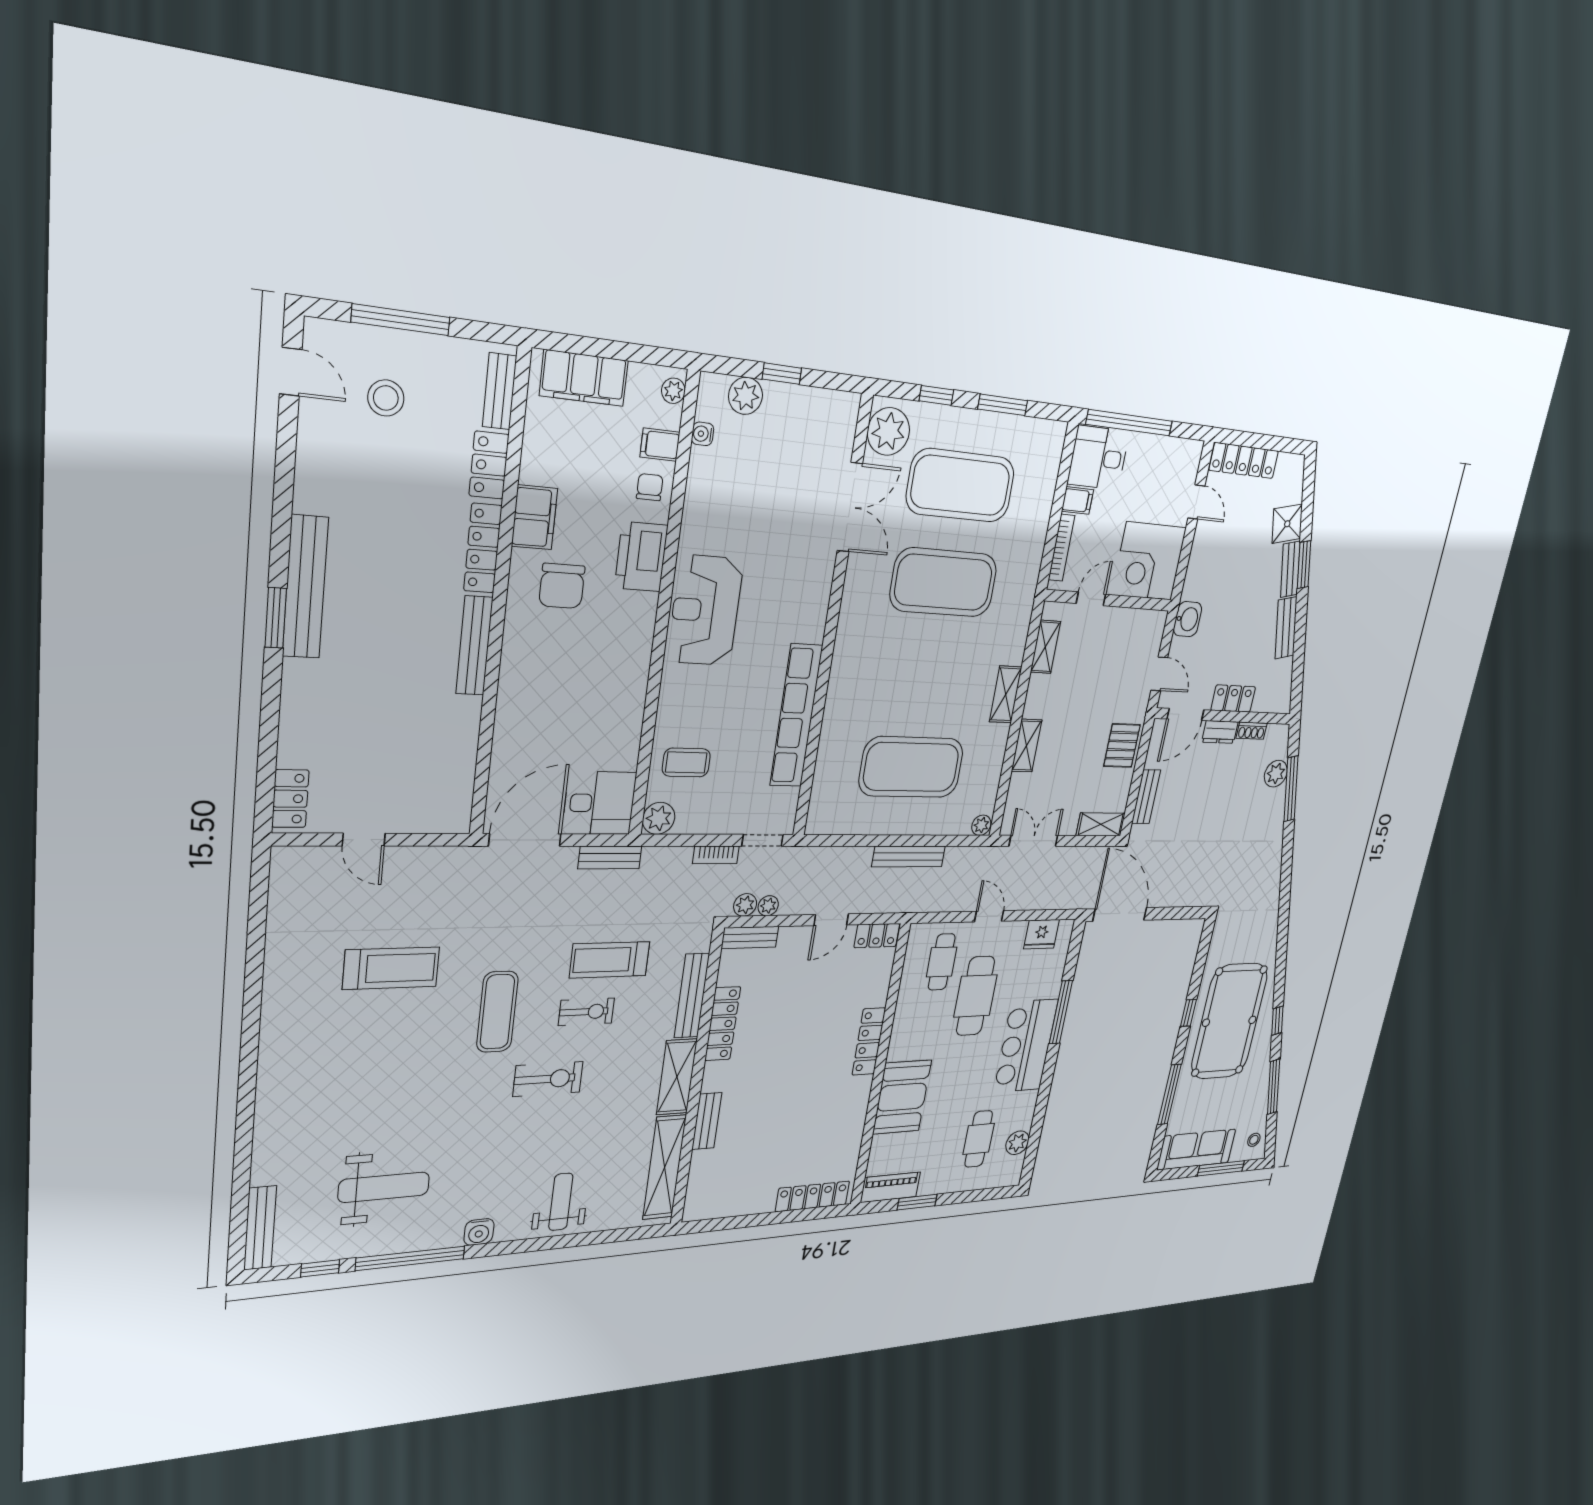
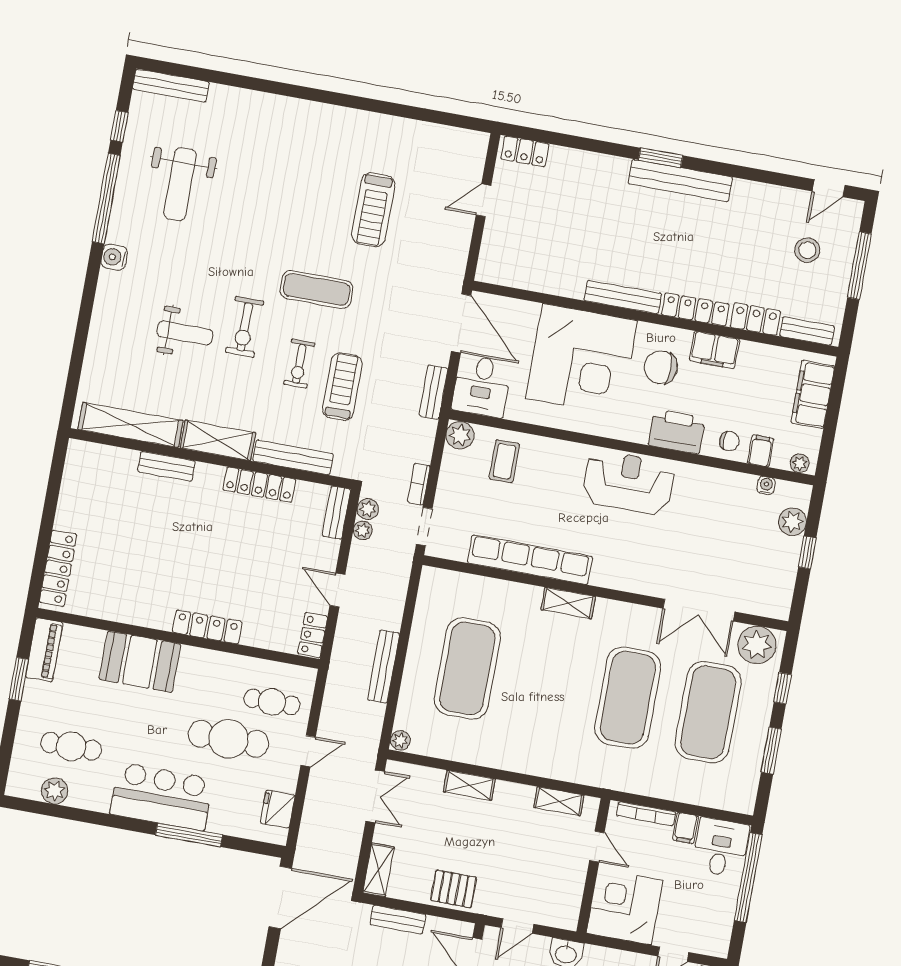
corner desk: (559, 687) -> (582, 359), added
shelving: (1006, 694) -> (568, 603), moved
weight bench: (561, 1202) -> (185, 333), moved

